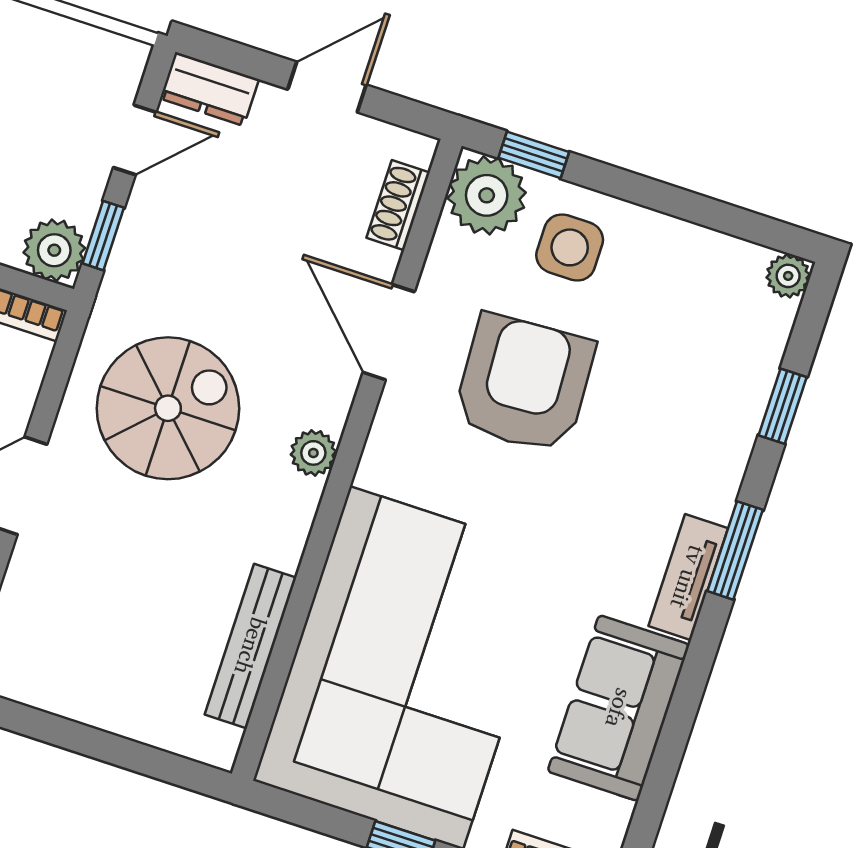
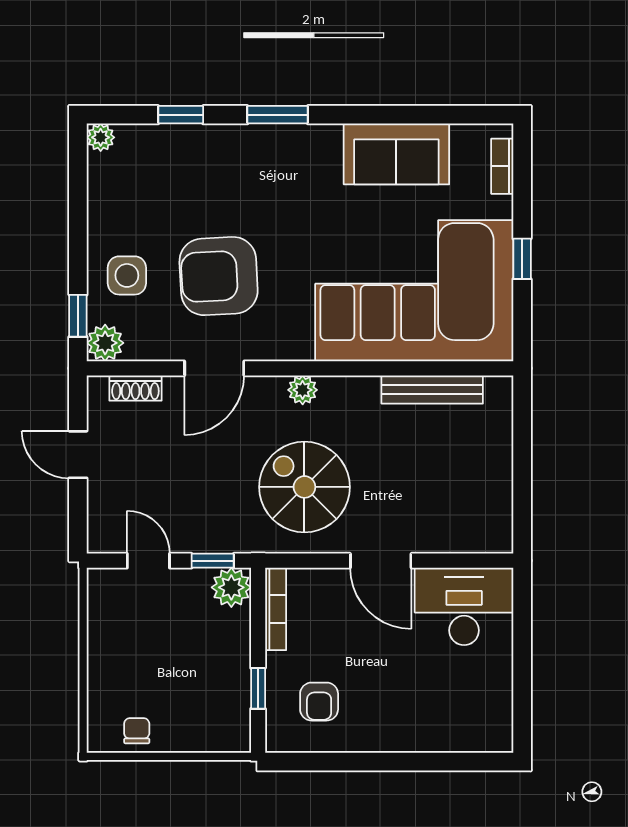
dresser: (209, 89) -> (103, 525), removed
plant: (487, 195) -> (105, 343), width x0.73, depth x0.73
tv unit: (688, 577) -> (303, 138), removed

